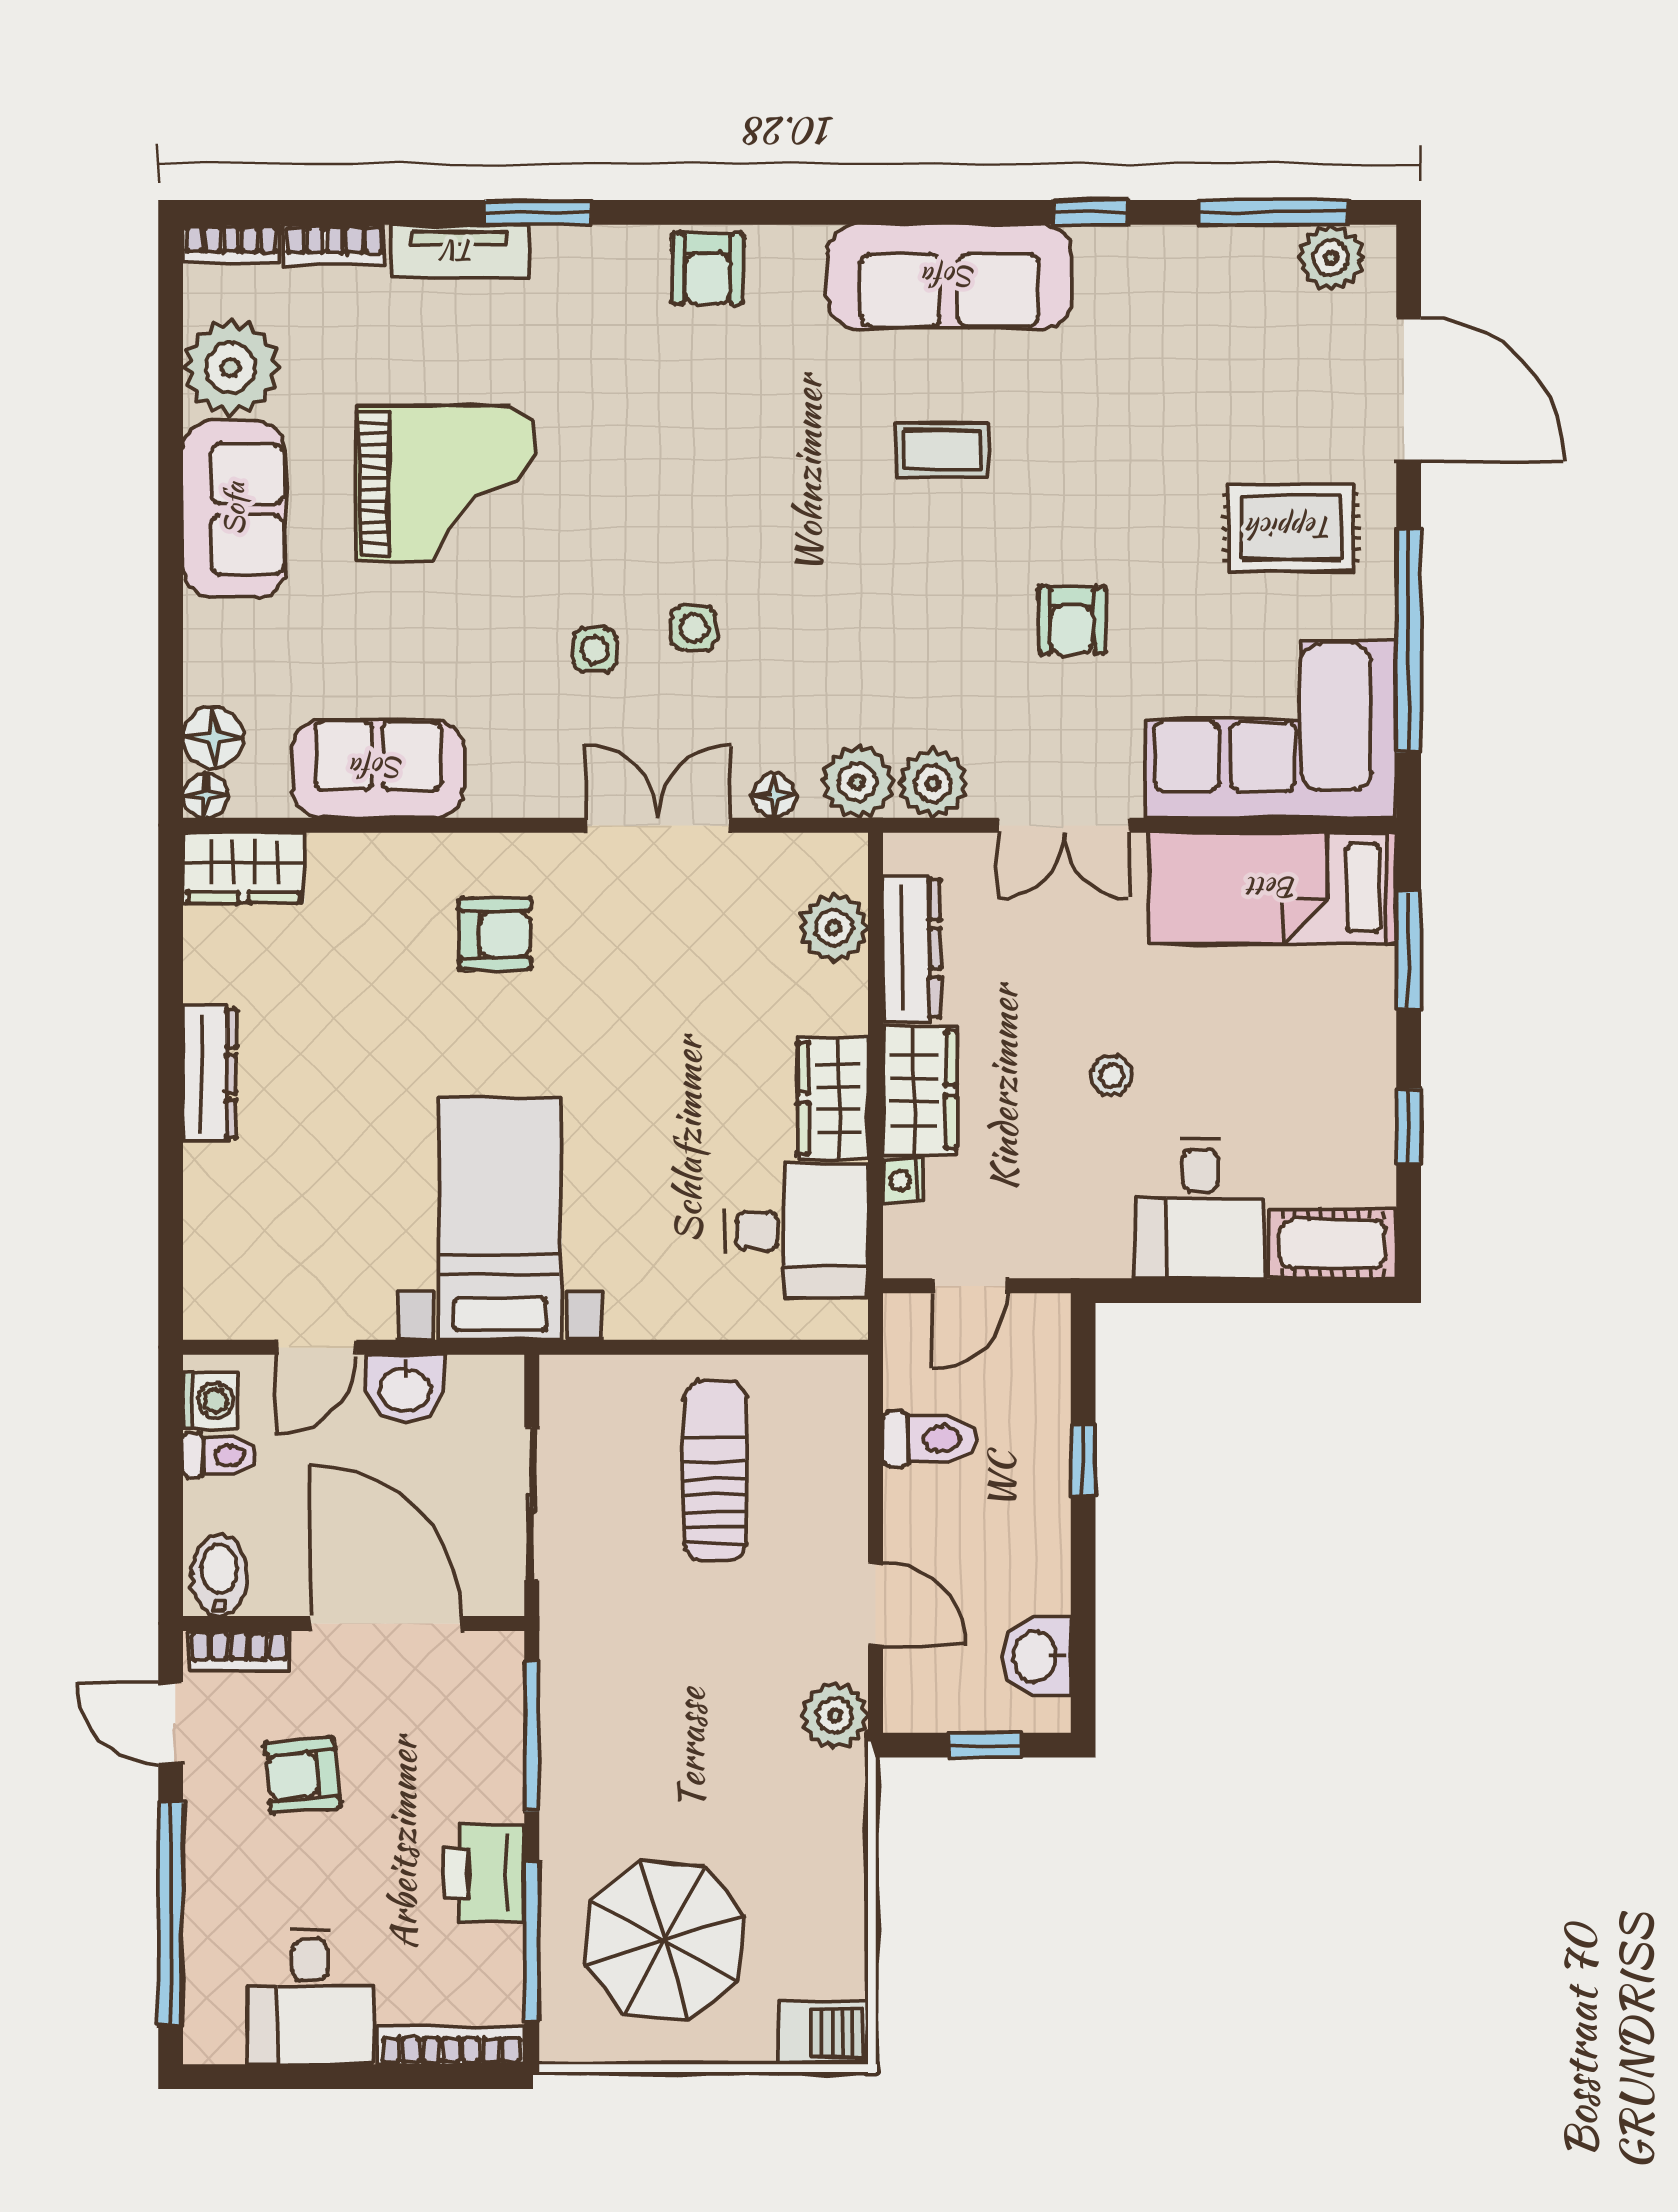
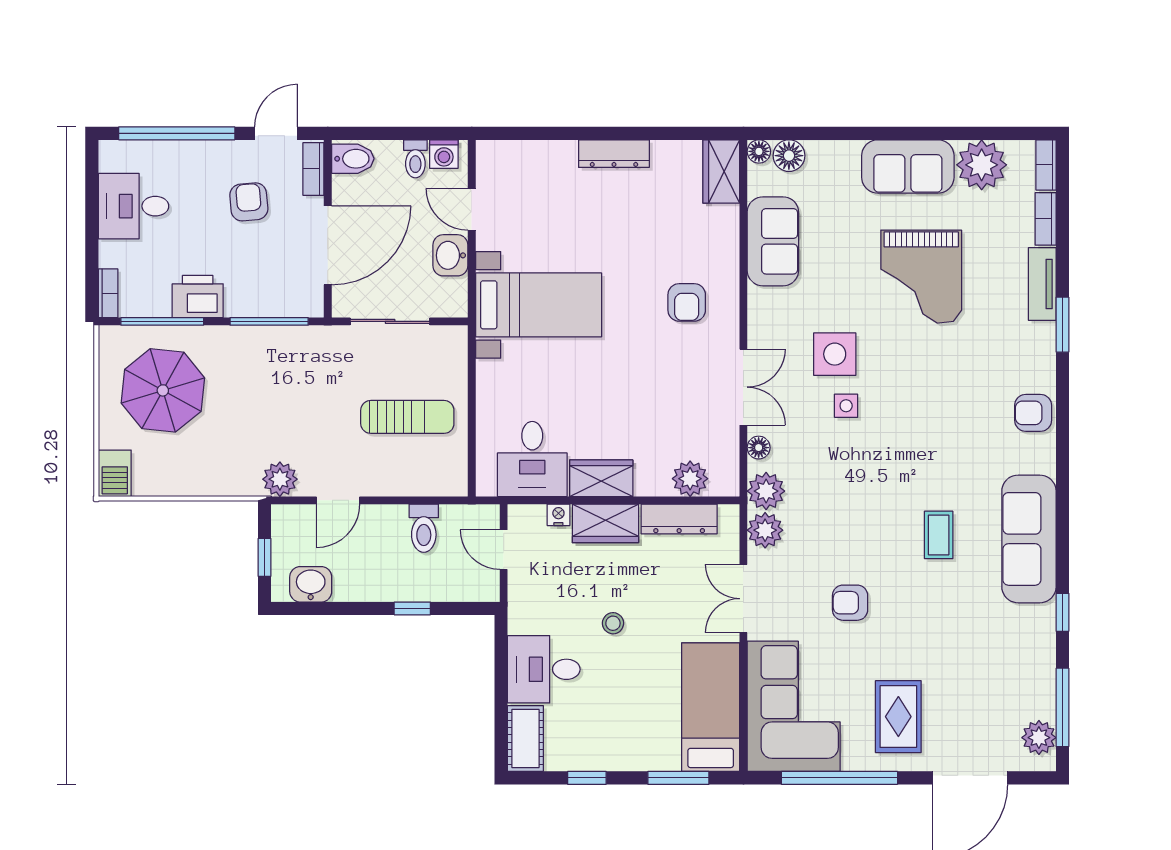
side table: (595, 650) -> (835, 354), width x1.87, depth x1.87
bookcase: (451, 2046) -> (108, 293), width x0.64

